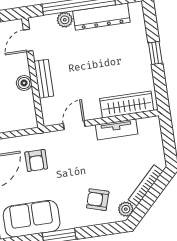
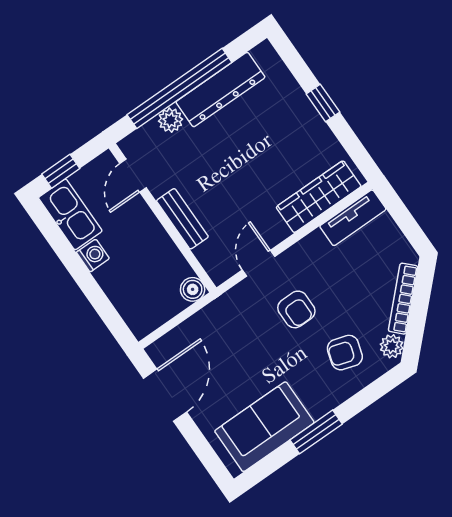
boiler: (24, 83) -> (193, 289), moved
tv unit: (117, 129) -> (353, 218), moved
armchair: (36, 160) -> (296, 309), moved

